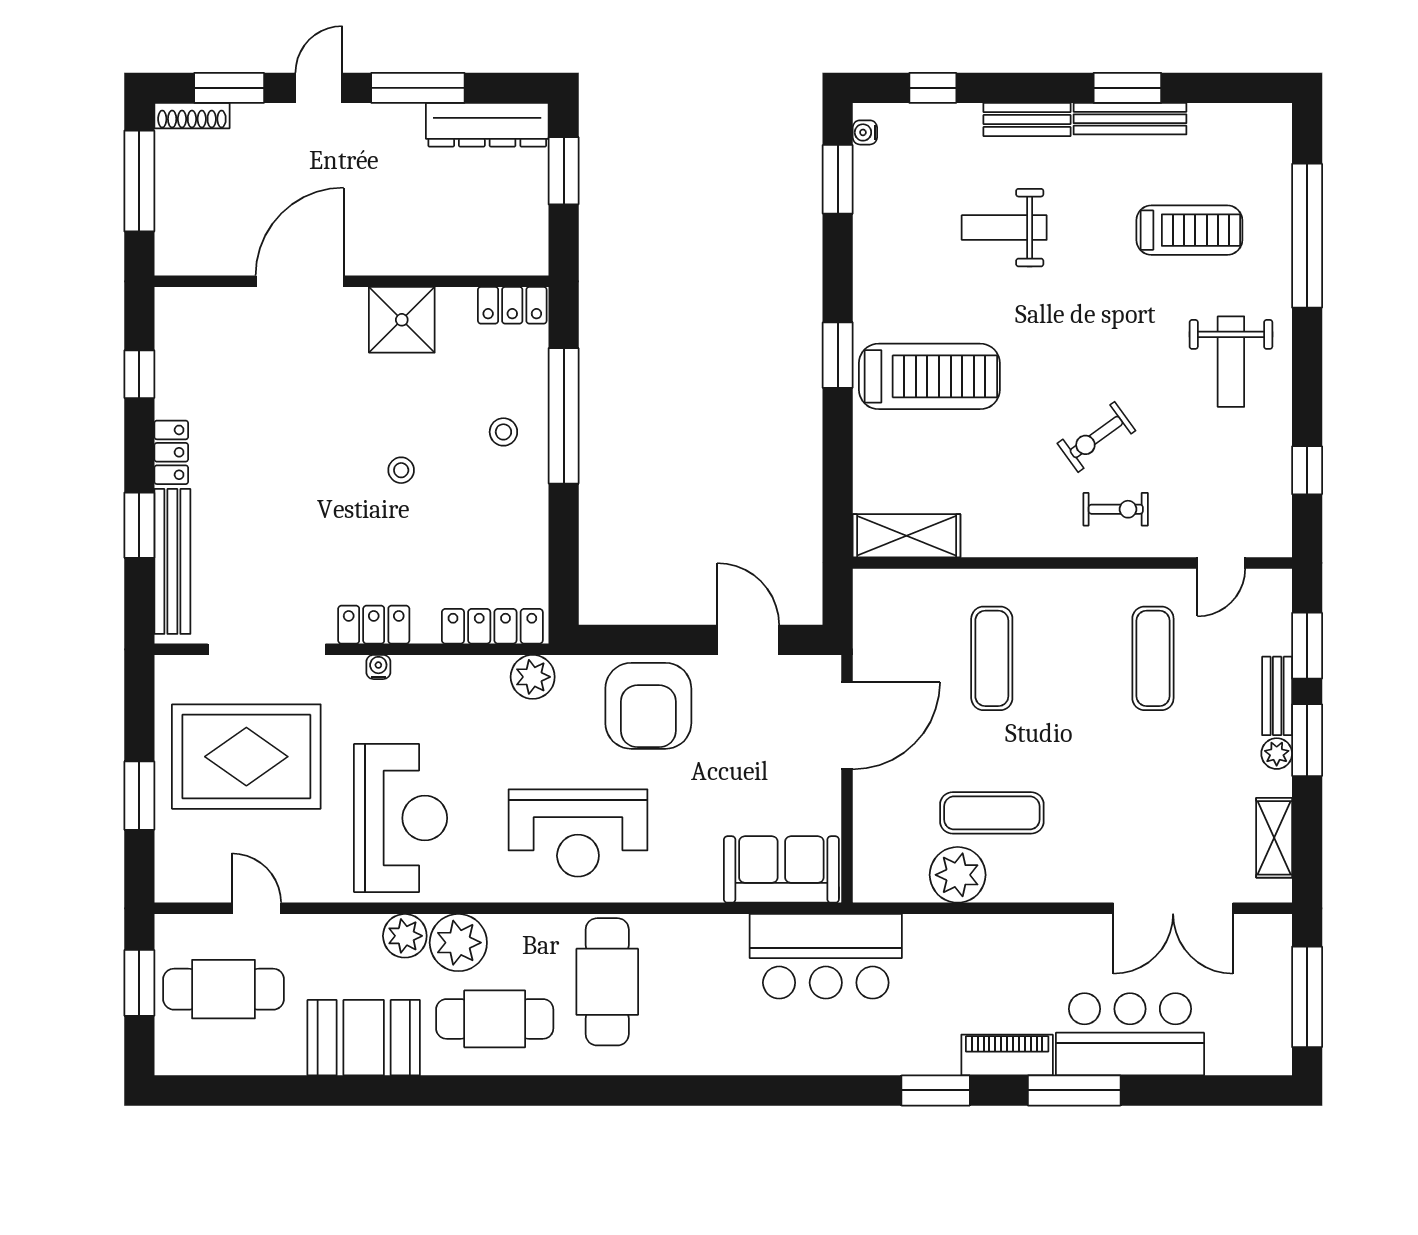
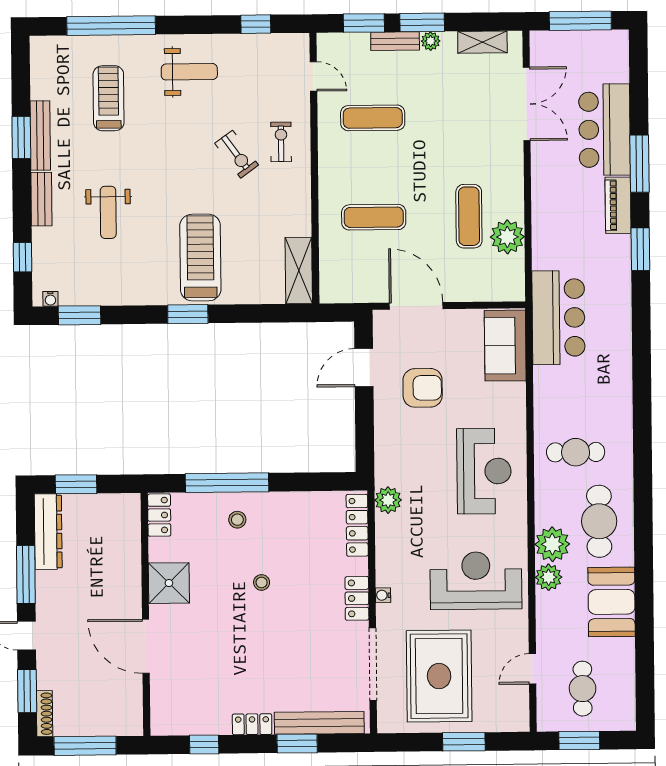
armchair: (648, 706) -> (423, 388), moved, width x0.73, depth x0.73
cafe table: (607, 982) -> (576, 452), width x0.73, depth x0.74
cafe table: (224, 989) -> (583, 689), width x0.73, depth x0.74

